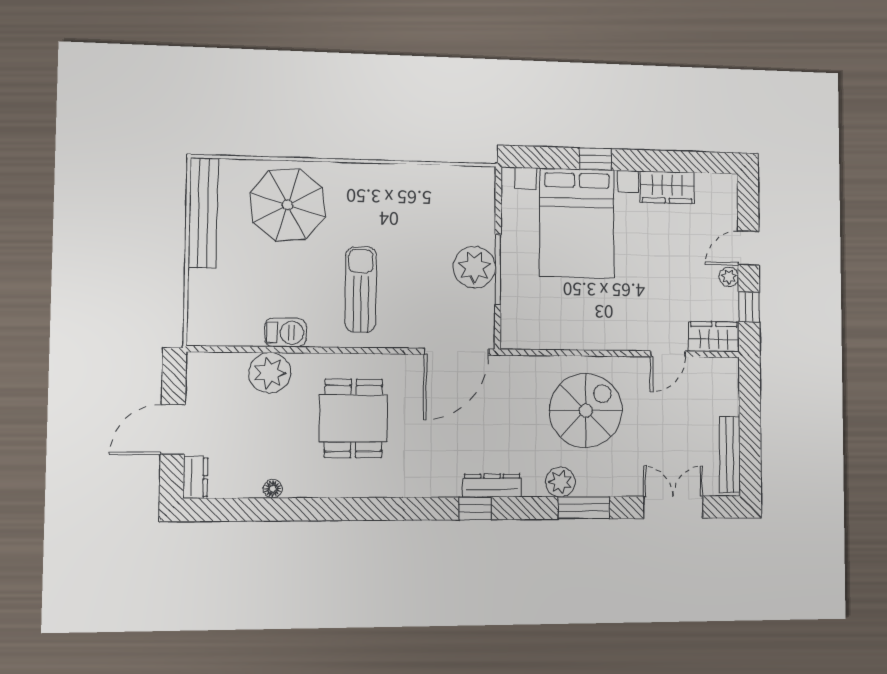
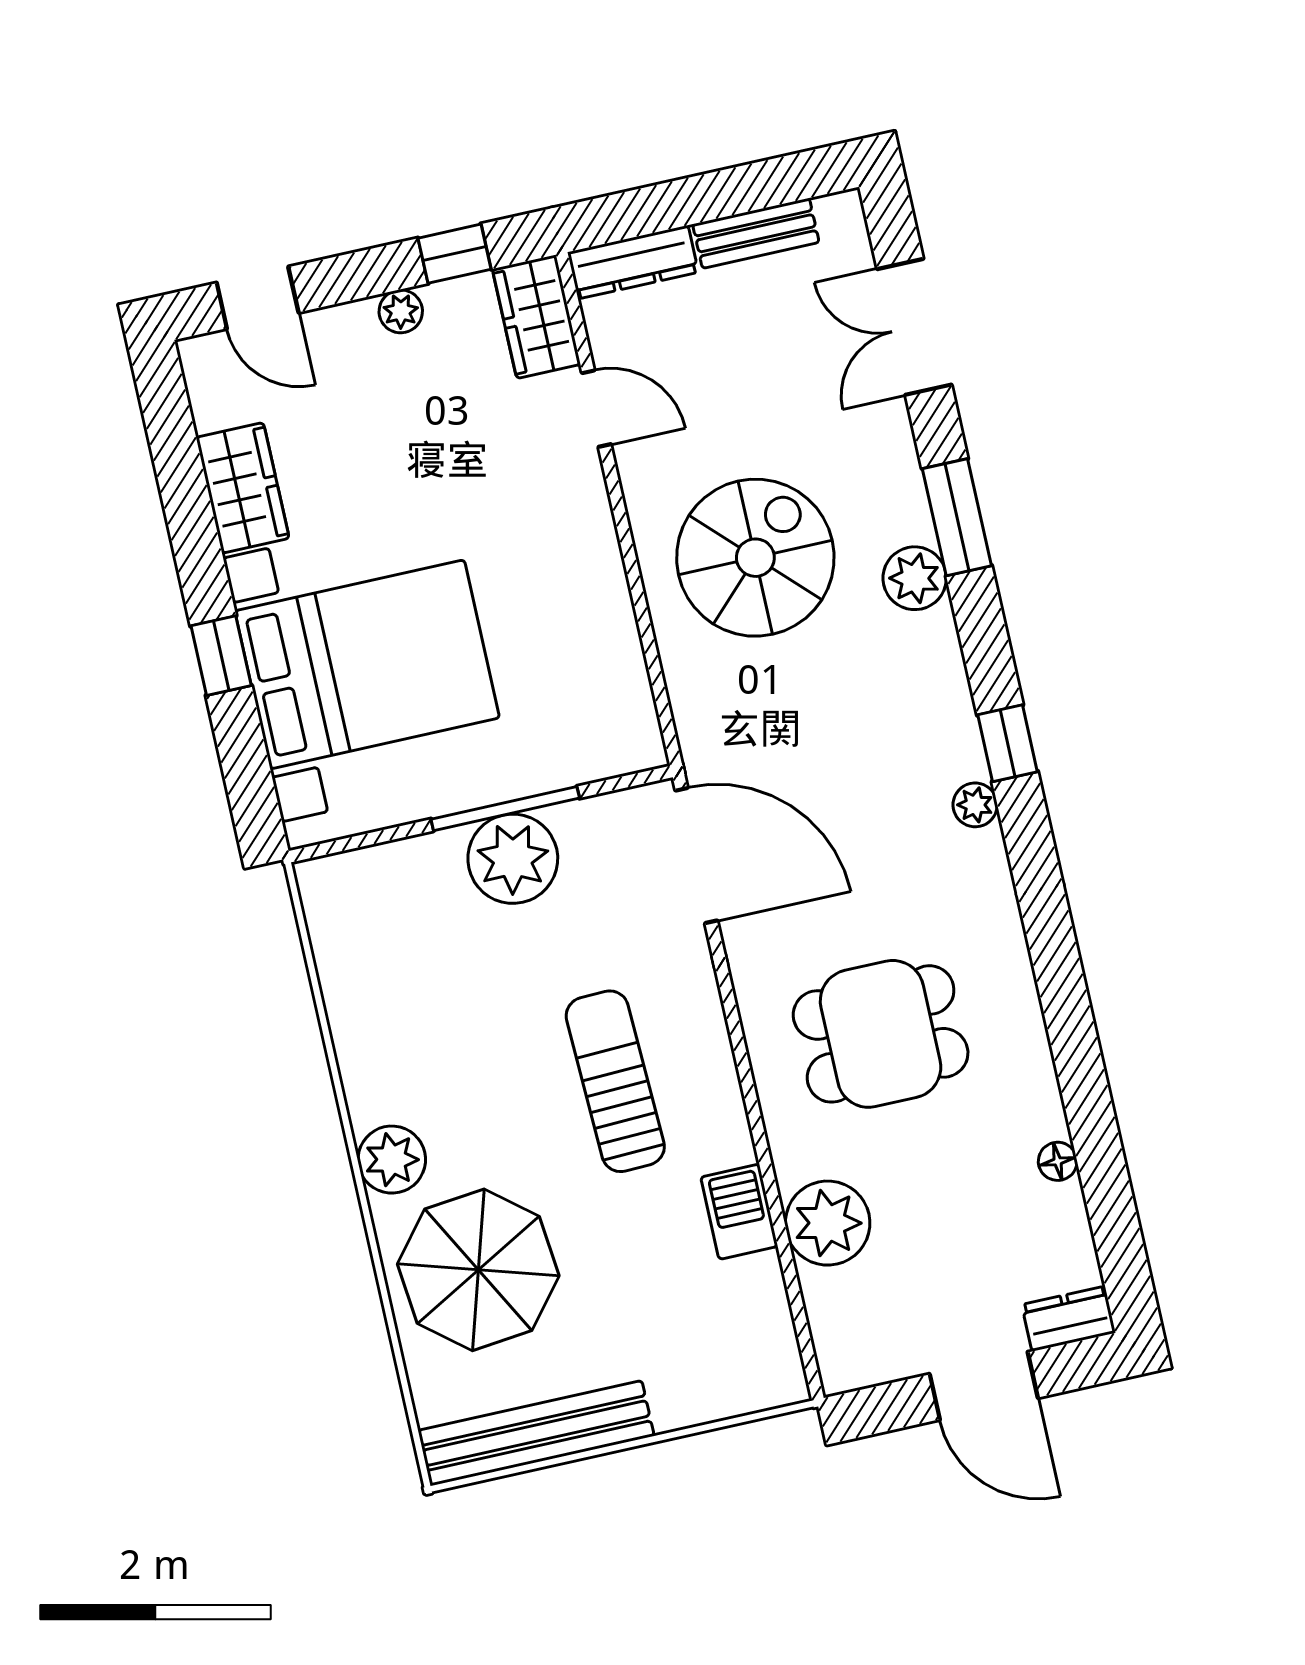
plant: (349, 178) -> (392, 1160), added
door: (748, 248) -> (258, 298), moved
sun lounger: (361, 289) -> (615, 1081), turned 88
spiral stairs: (586, 411) -> (755, 558), turned 90
bench: (730, 454) -> (756, 233), width x0.73
dresser: (492, 486) -> (633, 262), moved, turned -90
plant: (450, 487) -> (975, 805), added

